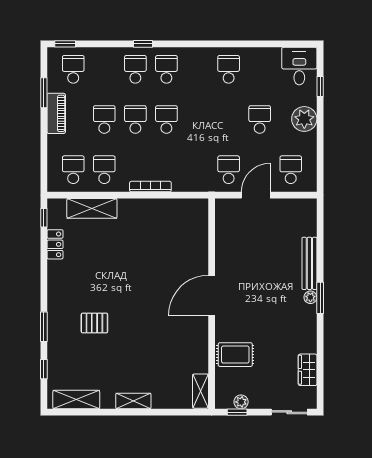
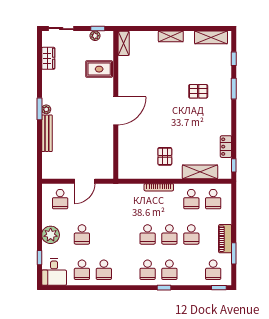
school desk: (229, 170) -> (82, 270), moved
pallet: (142, 231) -> (165, 156), added

